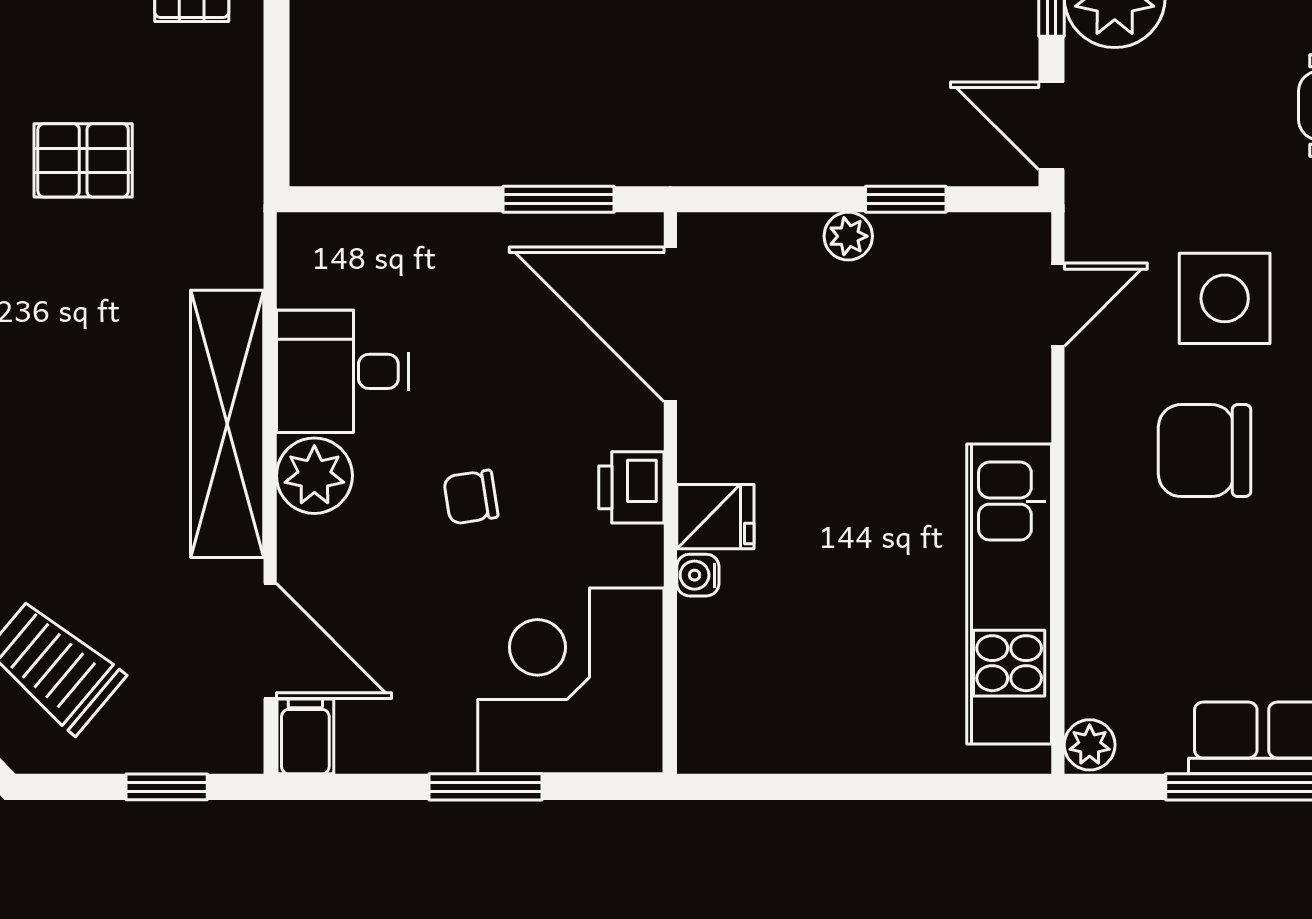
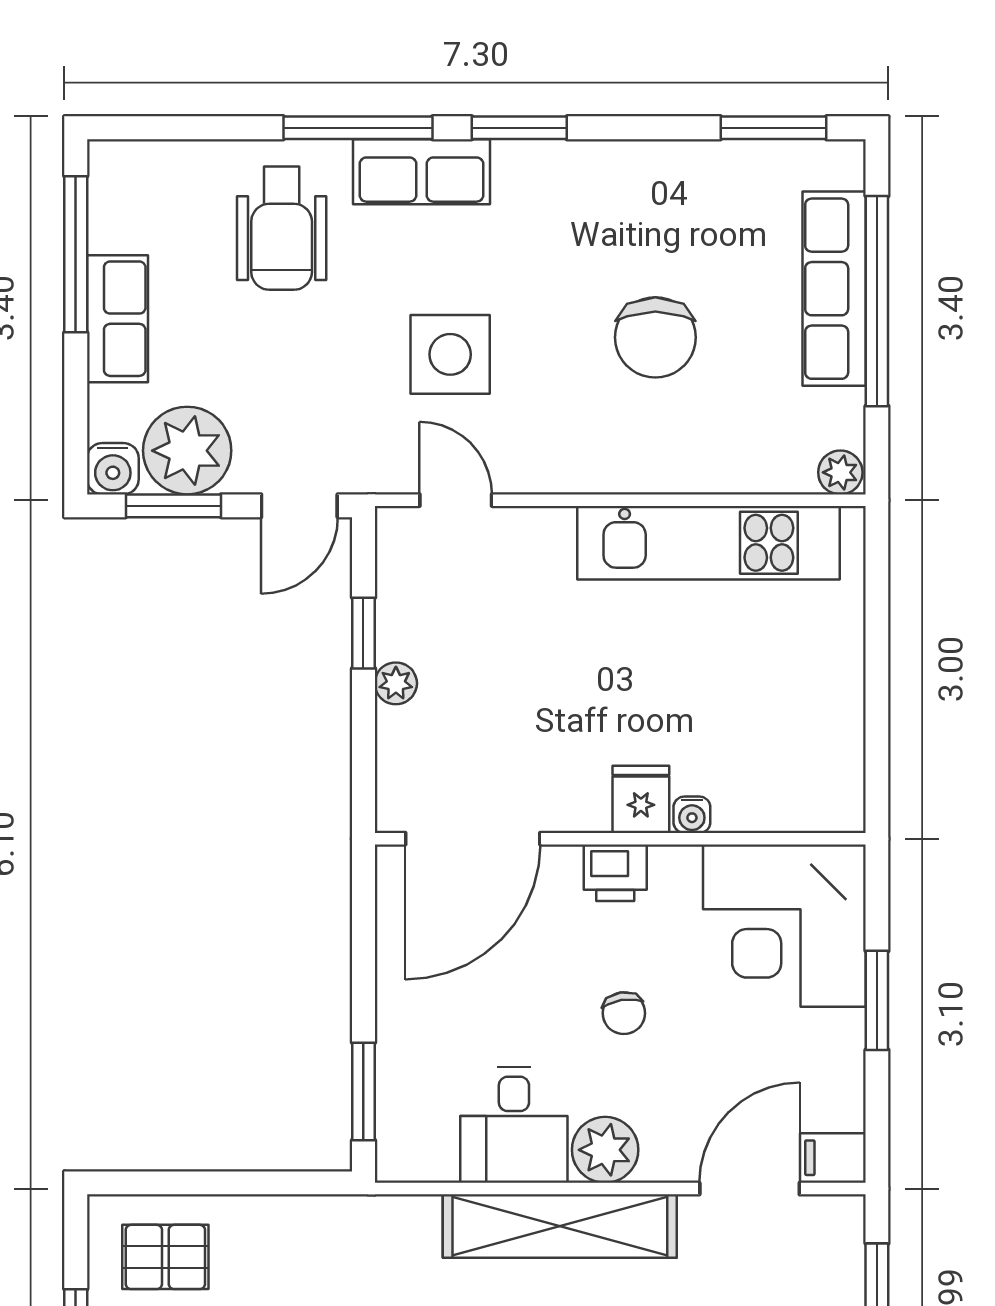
window: (558, 199) -> (363, 1091), moved
chair: (1205, 451) -> (655, 337), moved

